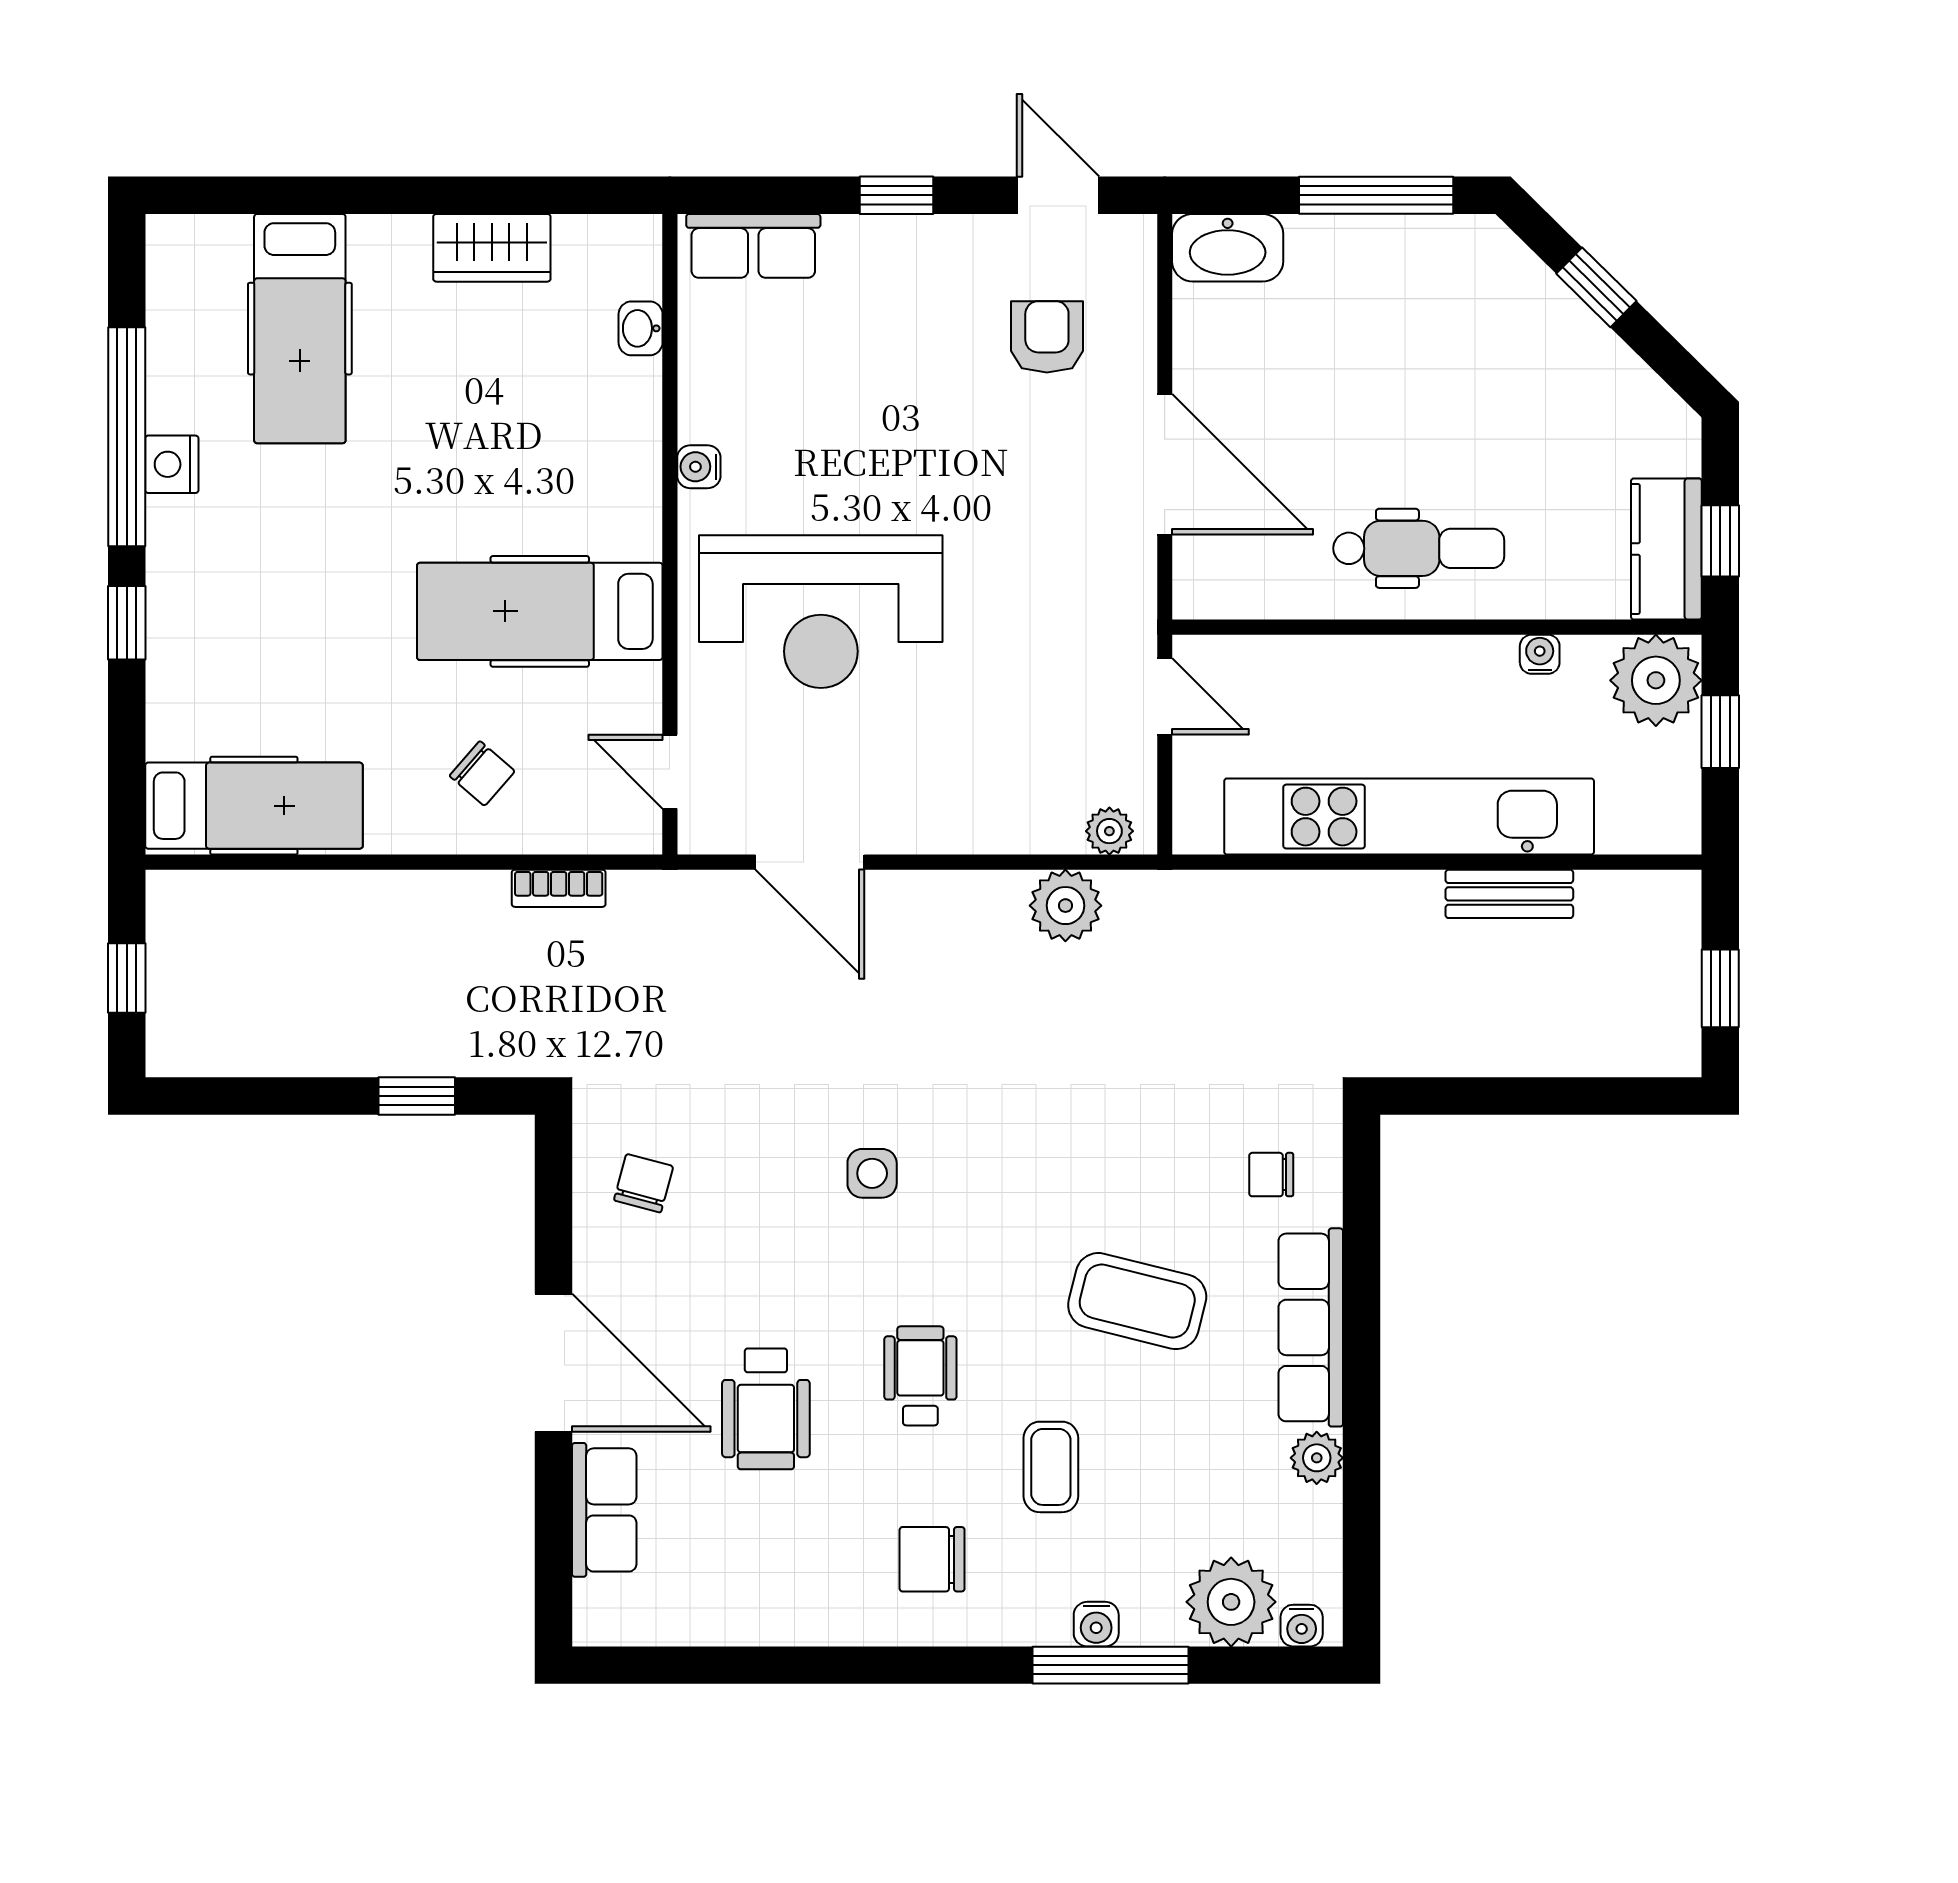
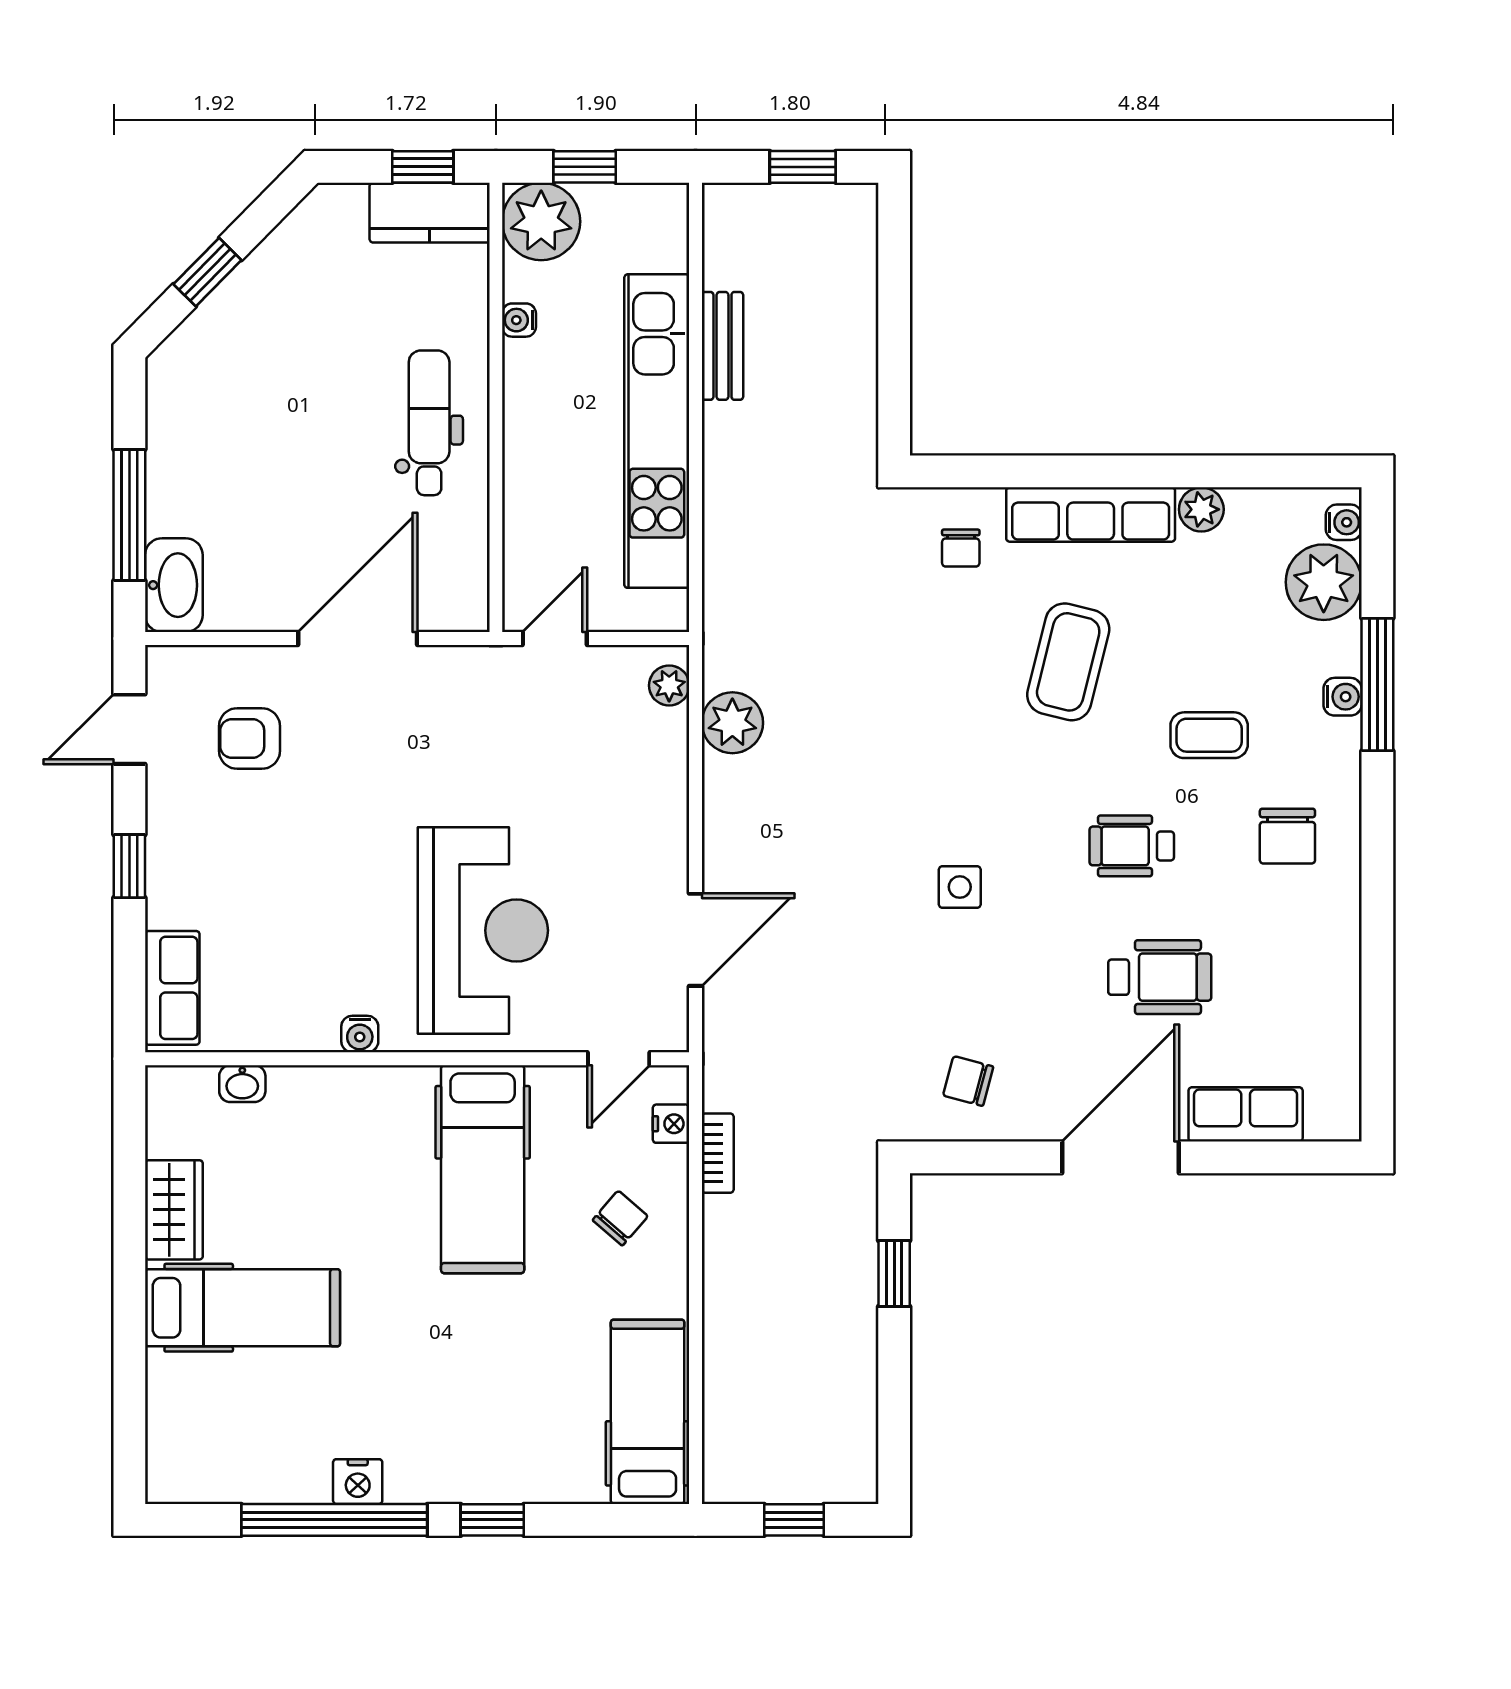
window: (1376, 195) -> (129, 515), moved
hospital bed: (300, 329) -> (243, 1308), moved
nightstand: (593, 833) -> (671, 1124), added

